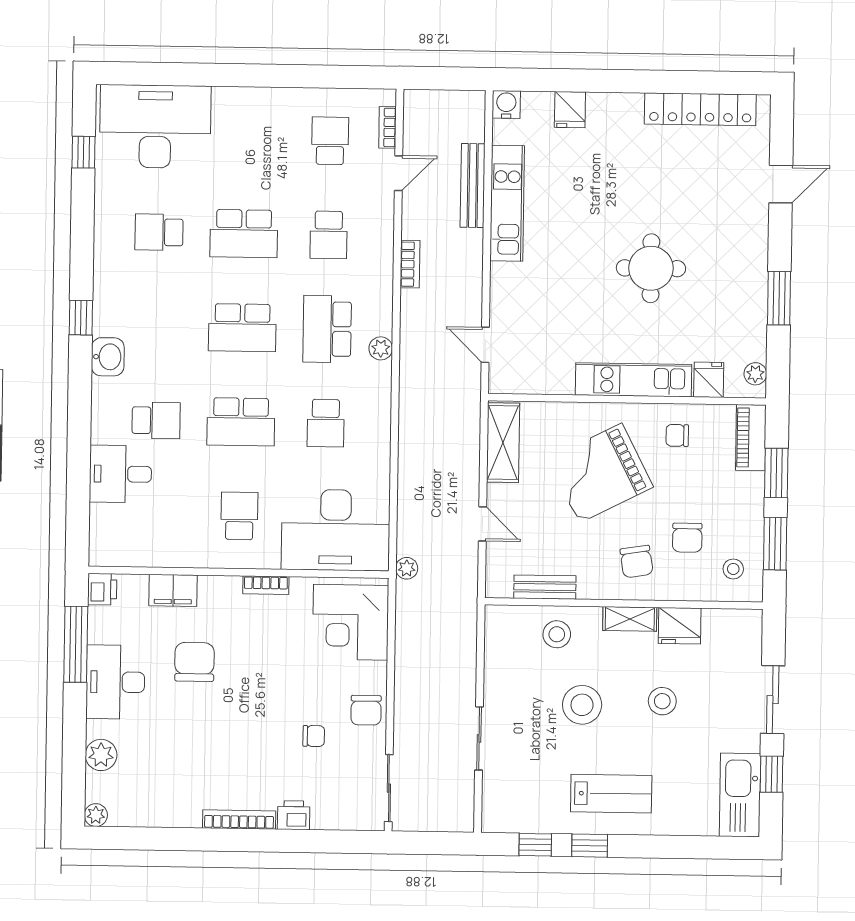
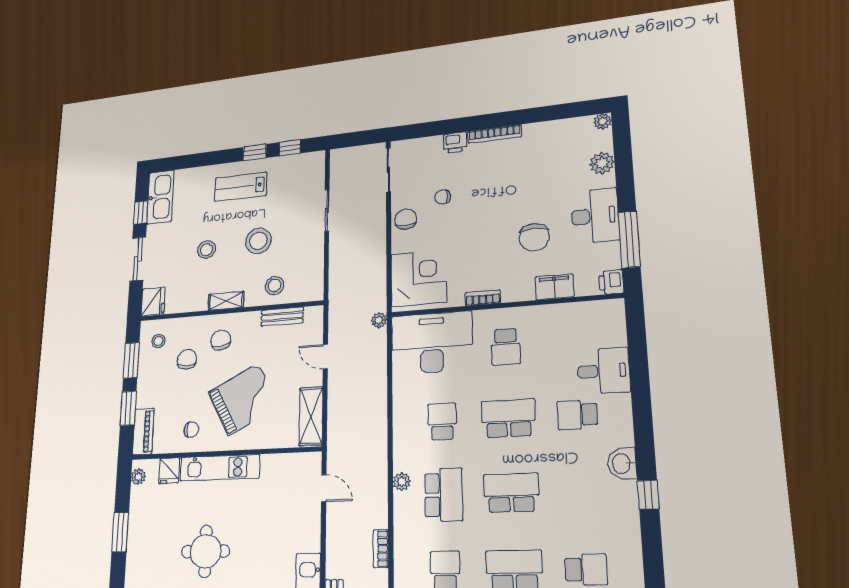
fridge: (680, 626) -> (153, 302), moved, turned 90

